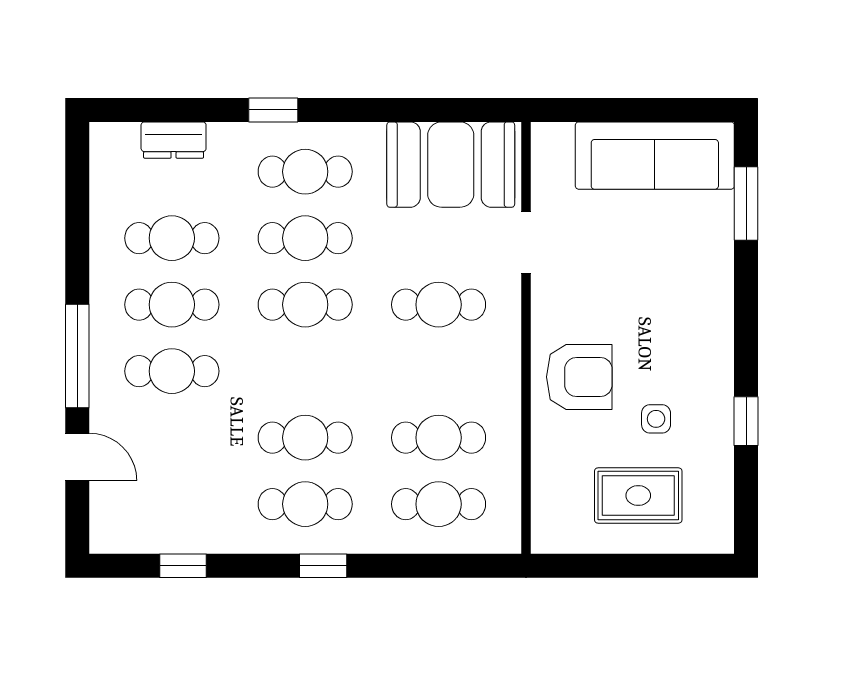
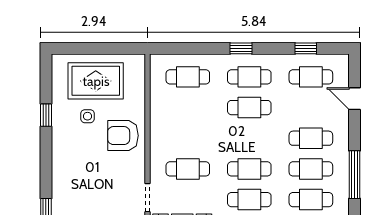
window: (77, 356) -> (354, 175), moved
cafe table: (439, 438) -> (311, 77), moved
rug: (638, 496) -> (96, 81), width x1.36, depth x1.43

